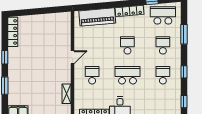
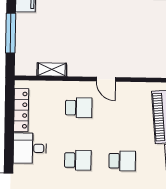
school desk: (127, 75) -> (78, 160), width x0.54

